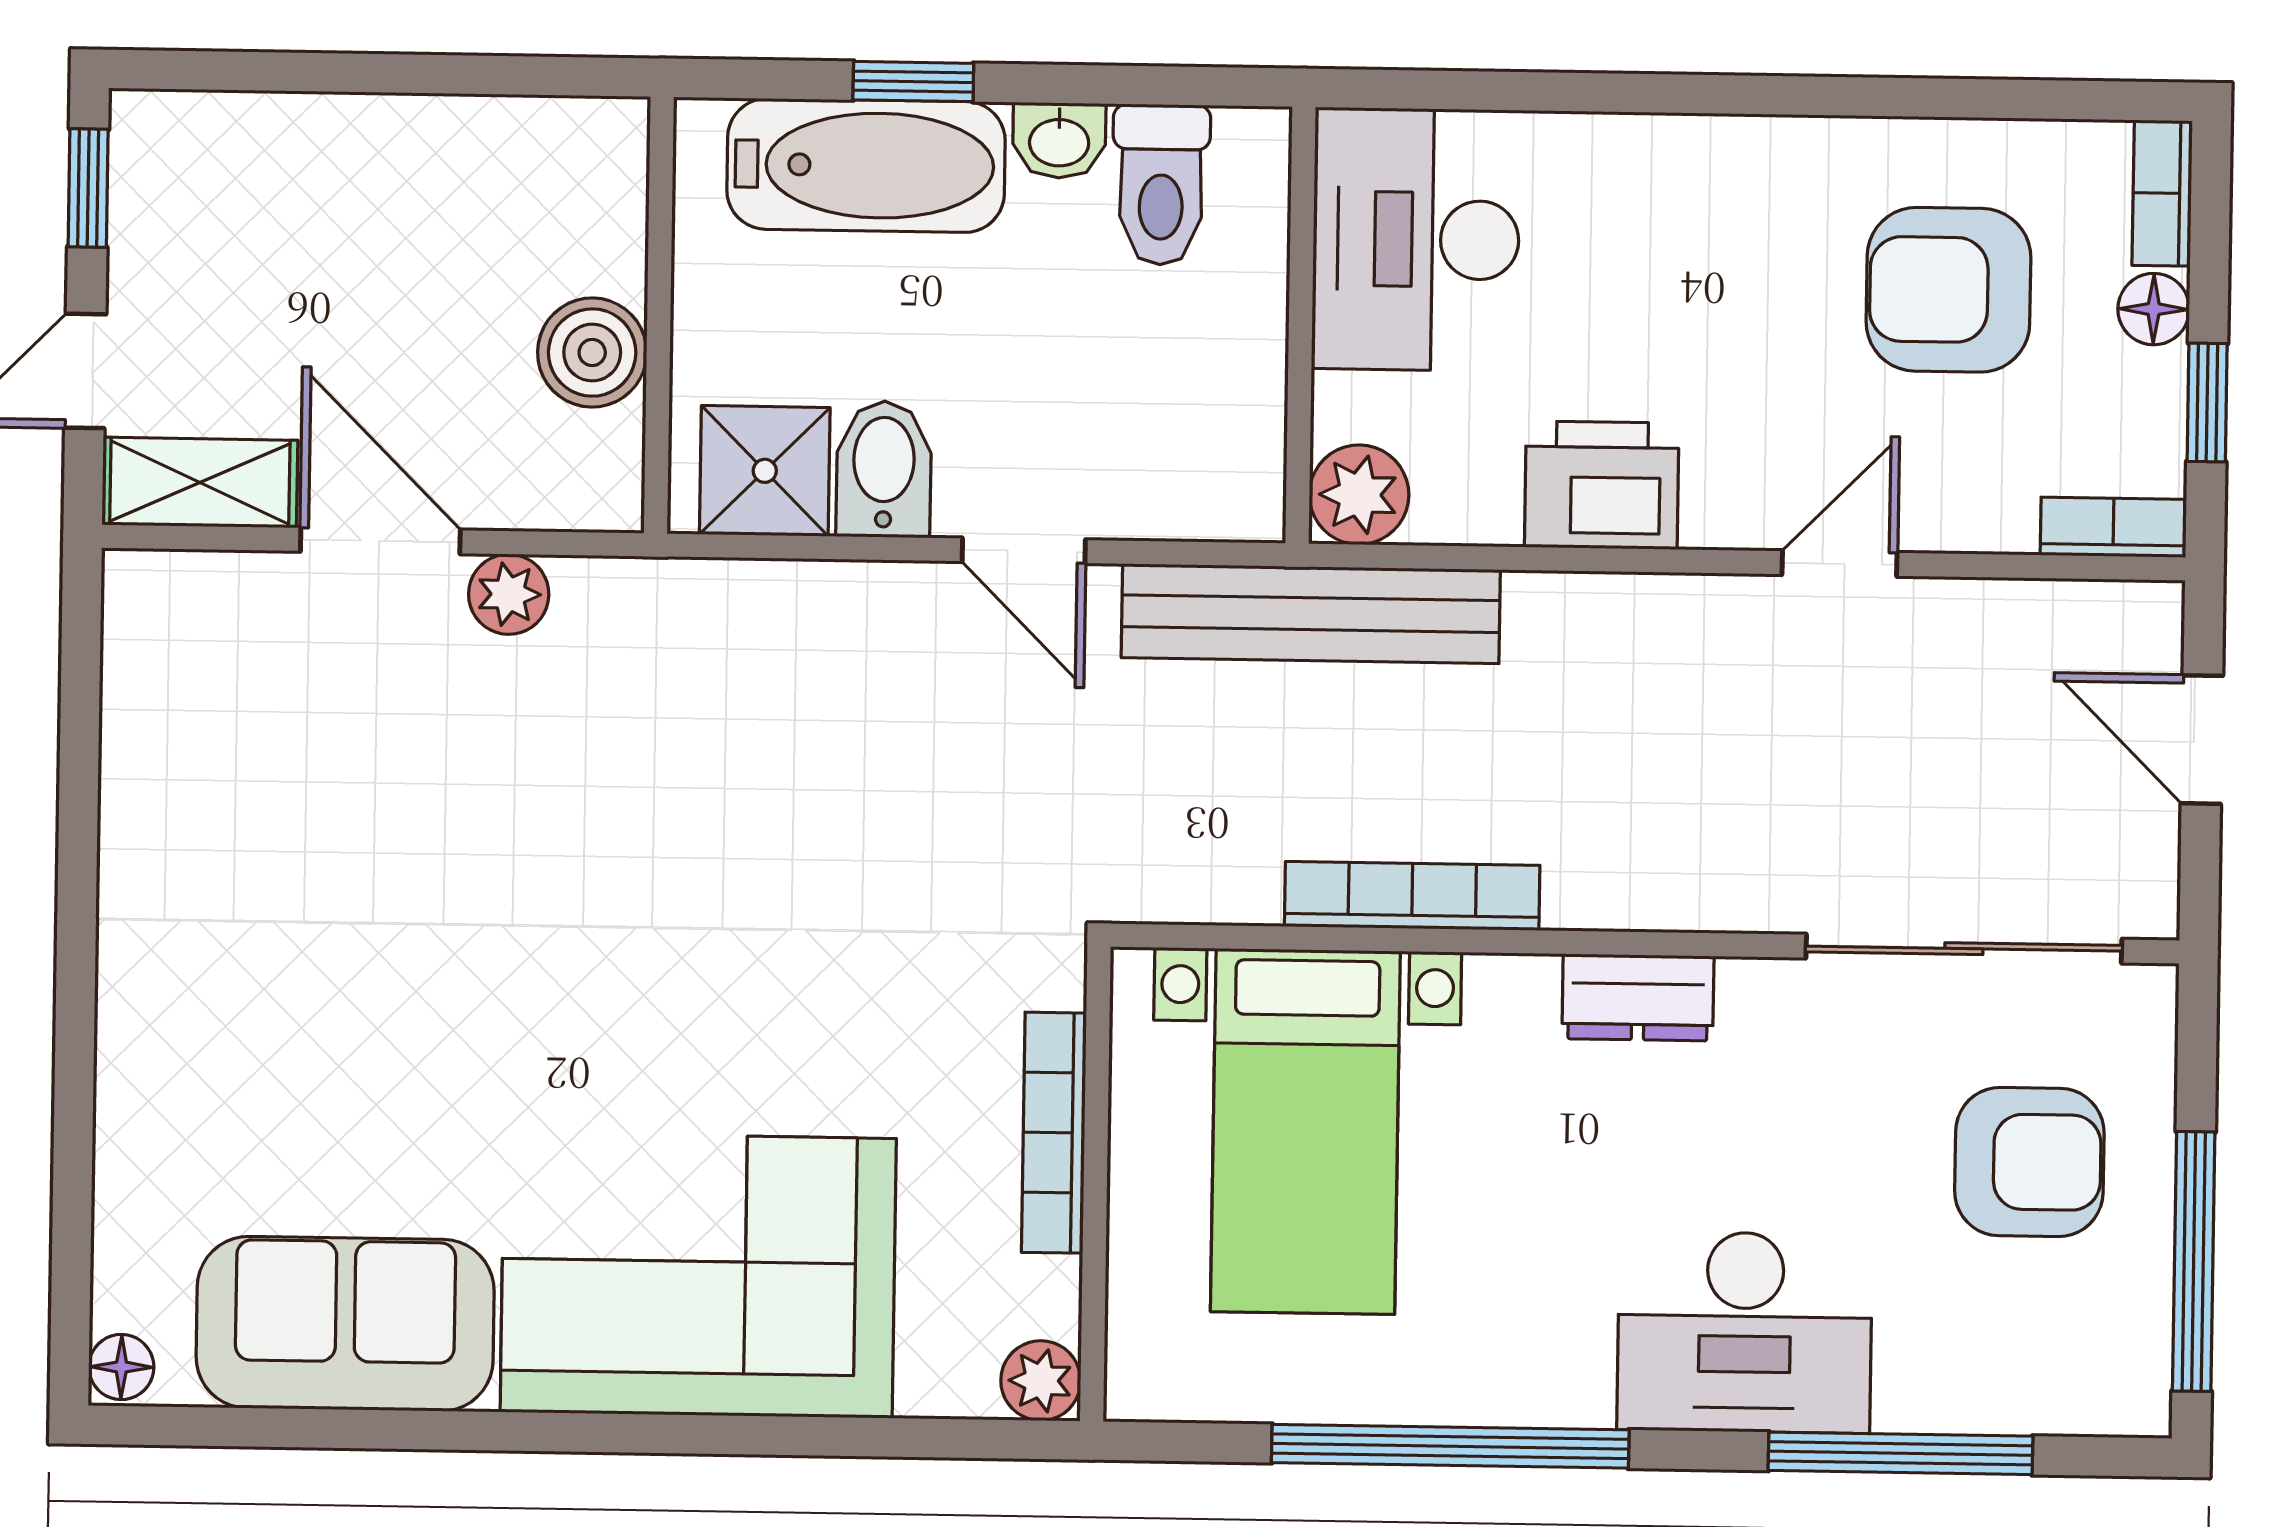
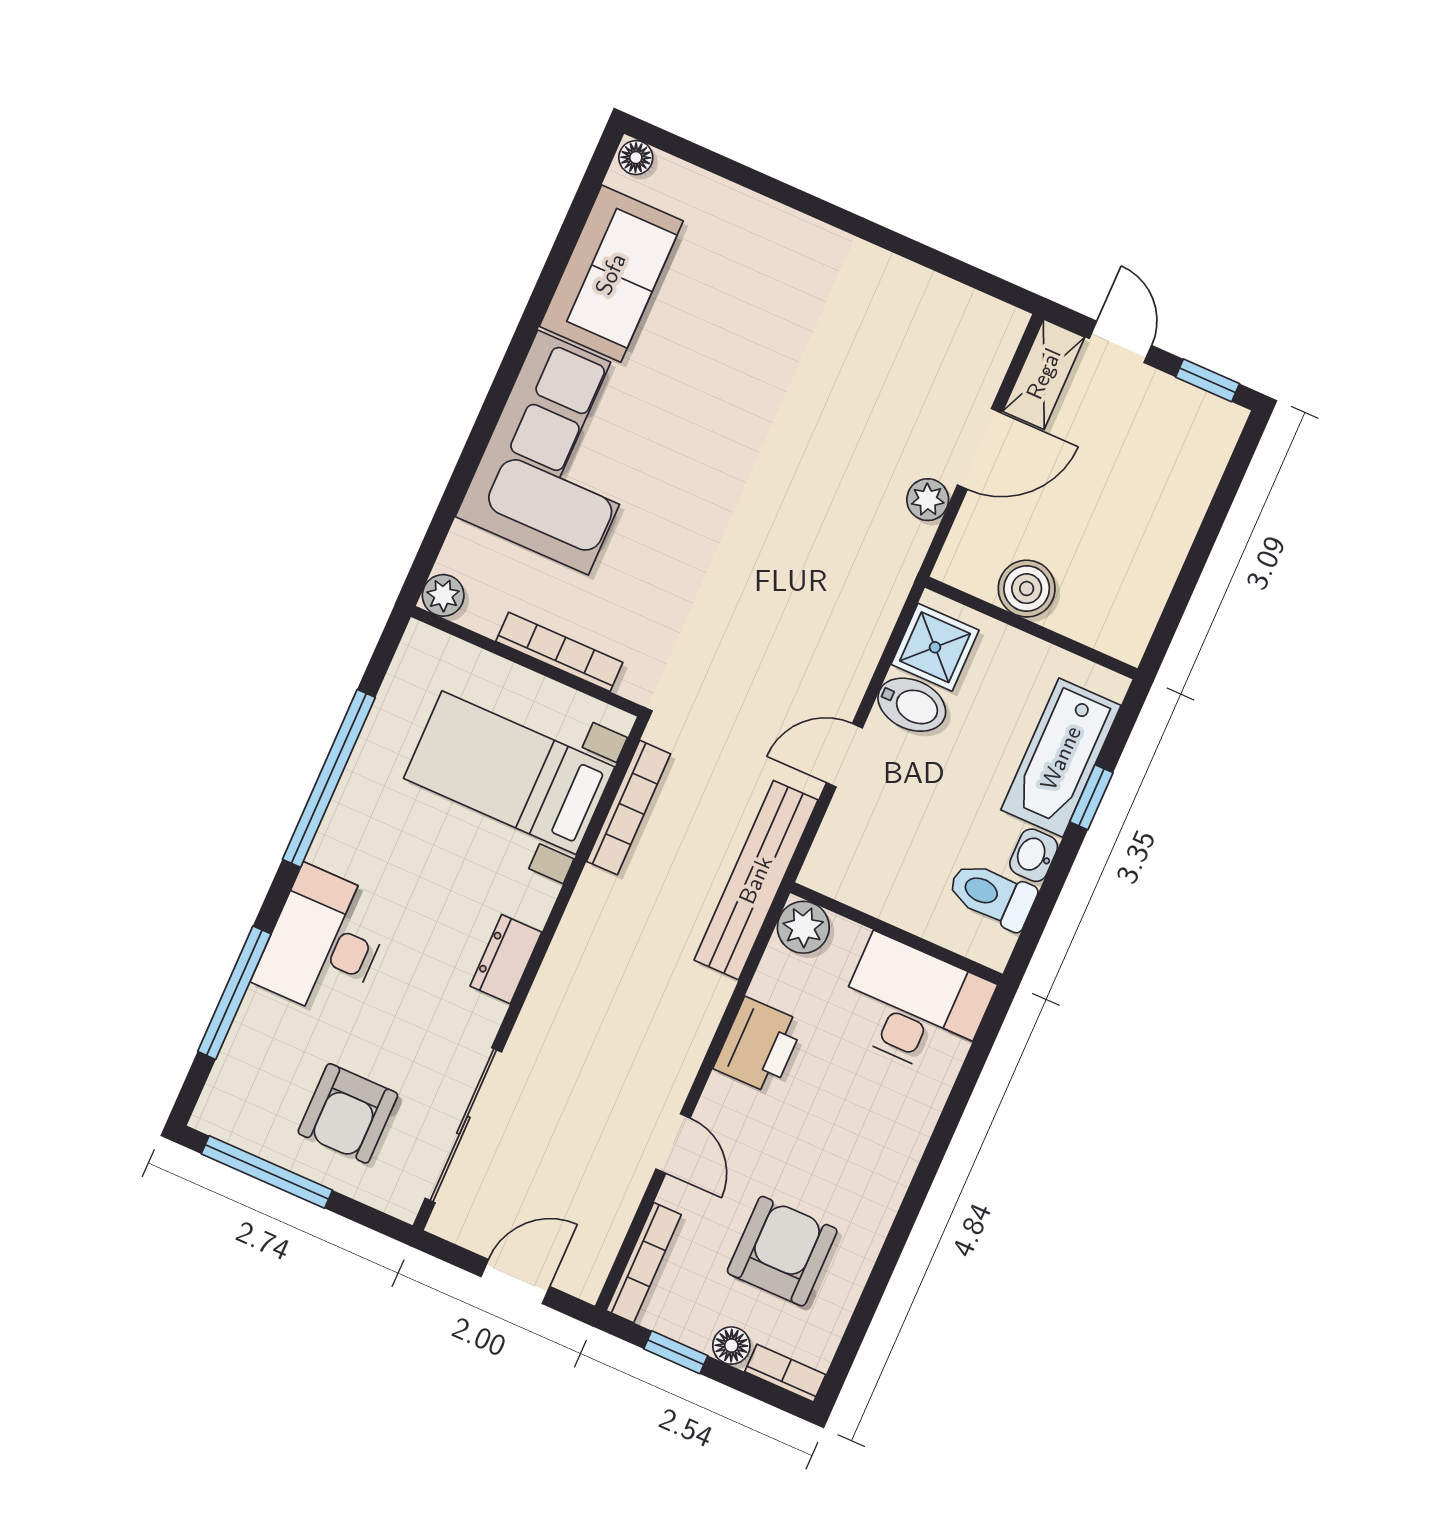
bookcase: (2113, 527) -> (644, 1263), width x1.56
bookcase: (1412, 896) -> (628, 808), moved

